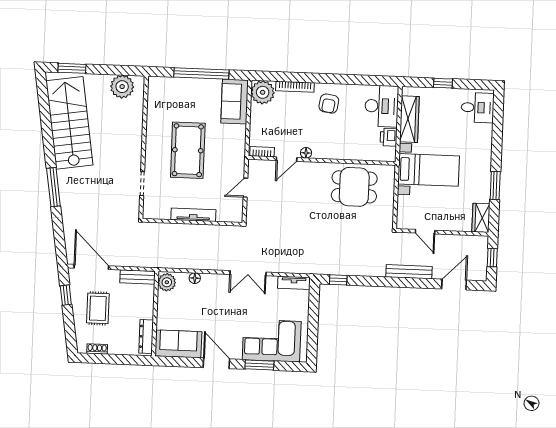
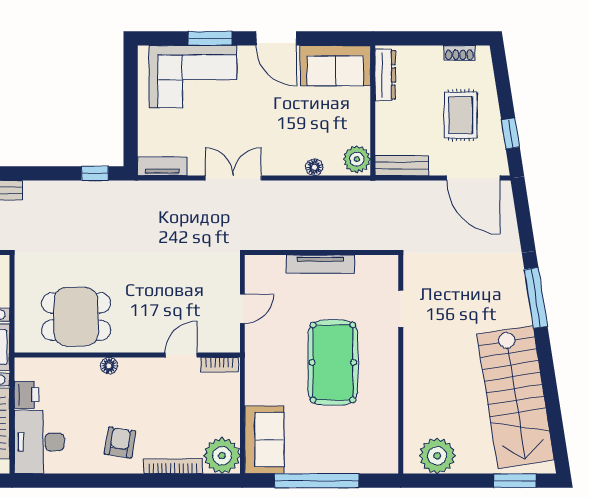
floor lamp: (306, 153) -> (109, 366), moved

